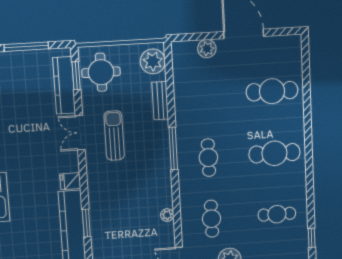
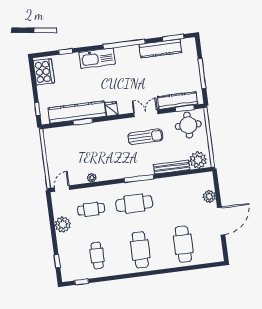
bench: (160, 101) -> (172, 167), width x1.36
cafe table: (208, 158) -> (134, 204), width x1.37, depth x1.35

